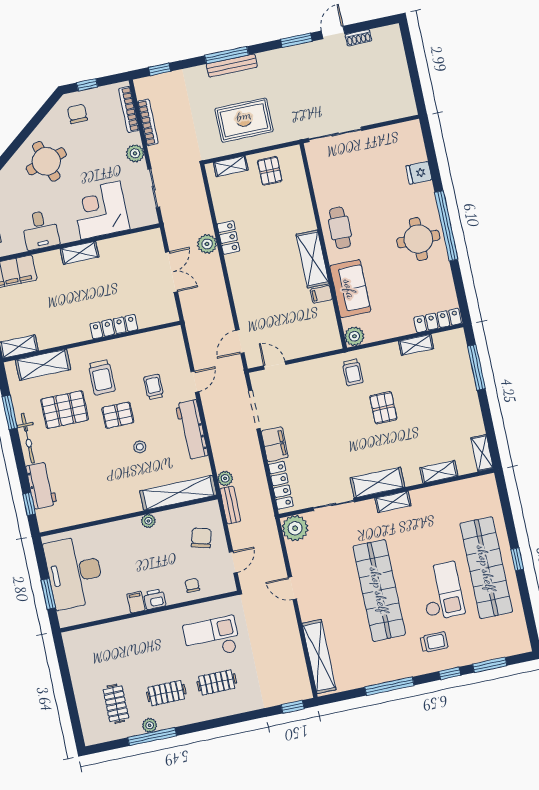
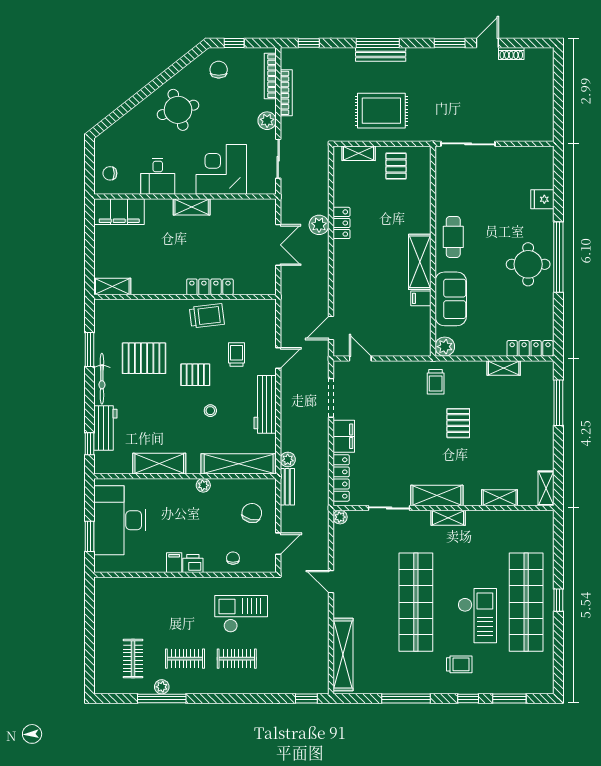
shelving: (43, 365) -> (159, 464), moved
trolley: (102, 377) -> (207, 316), moved, turned -97
plant: (295, 528) -> (340, 517), width x0.53, depth x0.53

